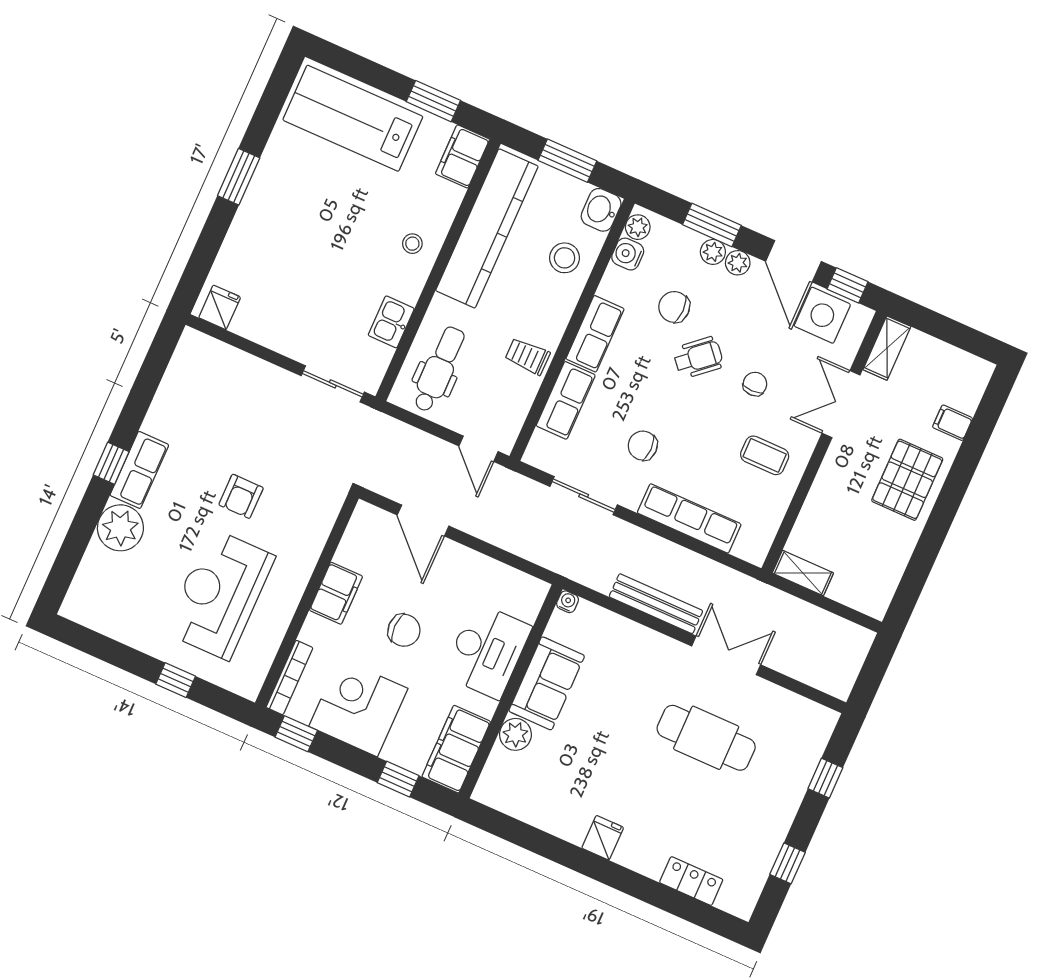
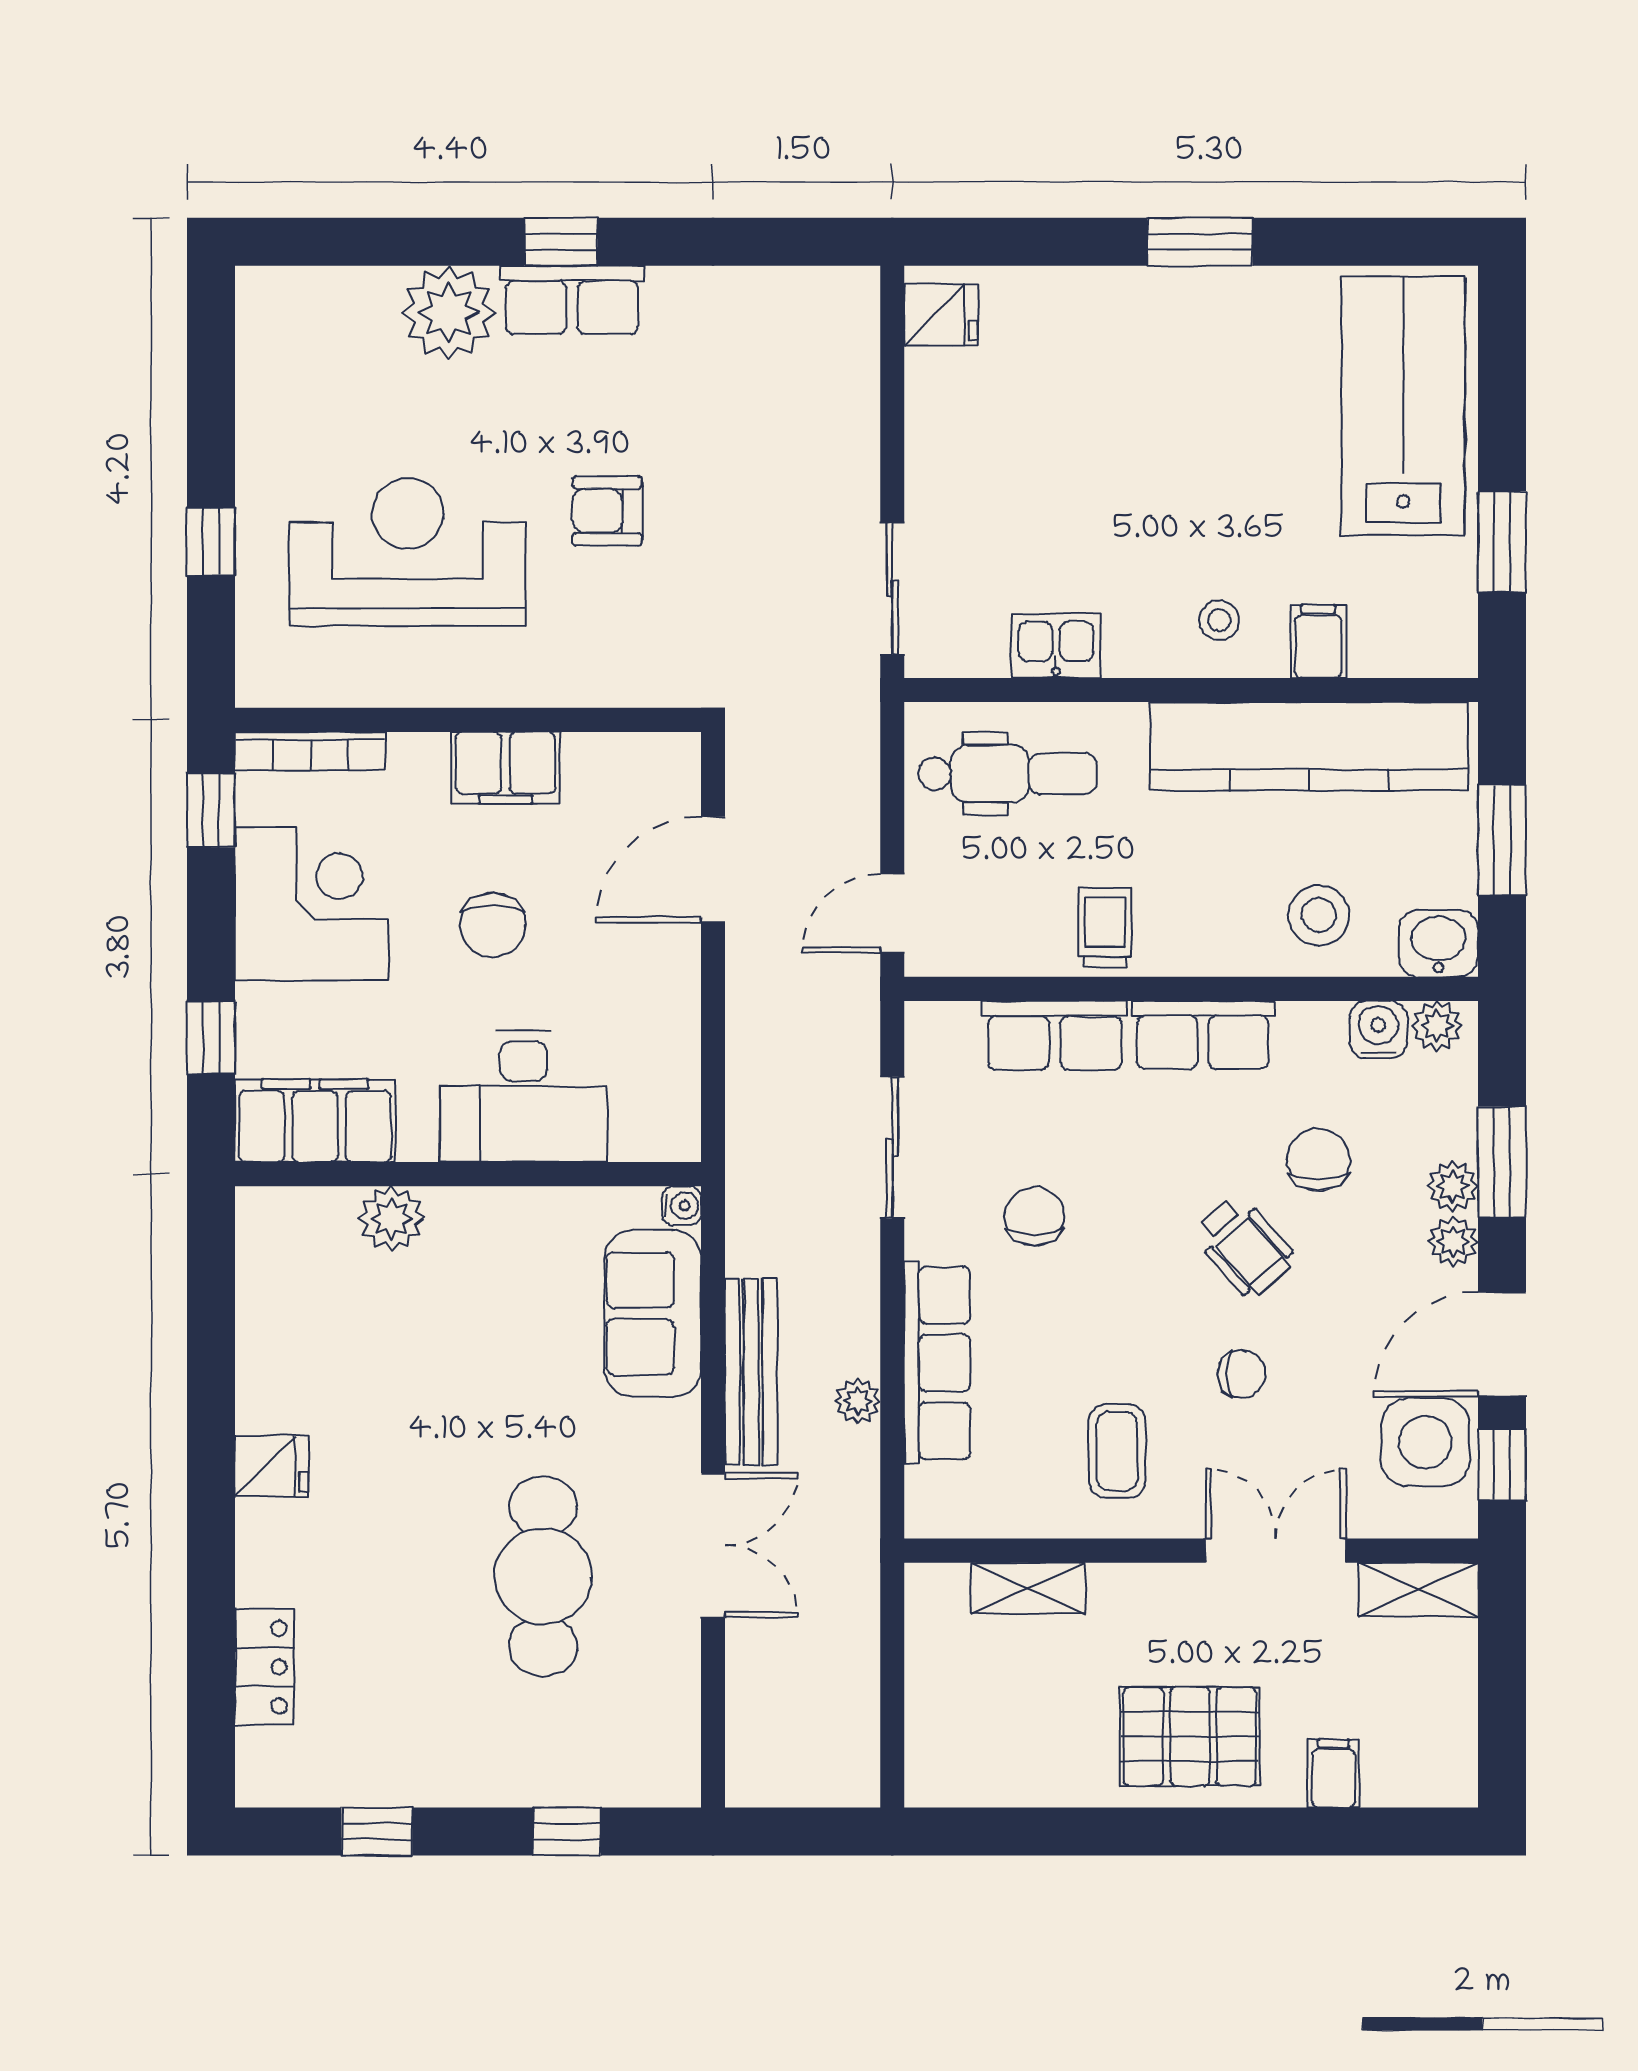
filing cabinet: (462, 156) -> (1318, 641), moved, width x0.50
plant: (690, 562) -> (858, 1401), added
shelving: (803, 573) -> (1028, 1588), moved, turned 90
sofa: (547, 683) -> (653, 1314), moved, turned 90

